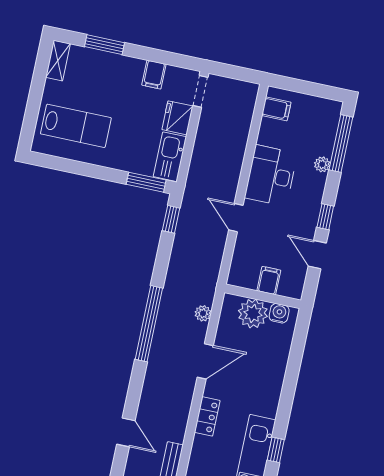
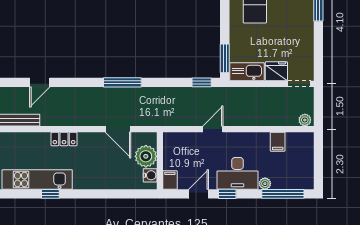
filing cabinet: (154, 75) -> (304, 47), removed
filing cabinet: (276, 109) -> (278, 142), moved
desk: (271, 176) -> (237, 173), moved, turned 180
filing cabinet: (269, 280) -> (170, 180), moved, turned -90
plant: (203, 313) -> (305, 120), moved
window: (149, 324) -> (122, 82), width x0.68
door: (205, 361) -> (118, 129), moved

